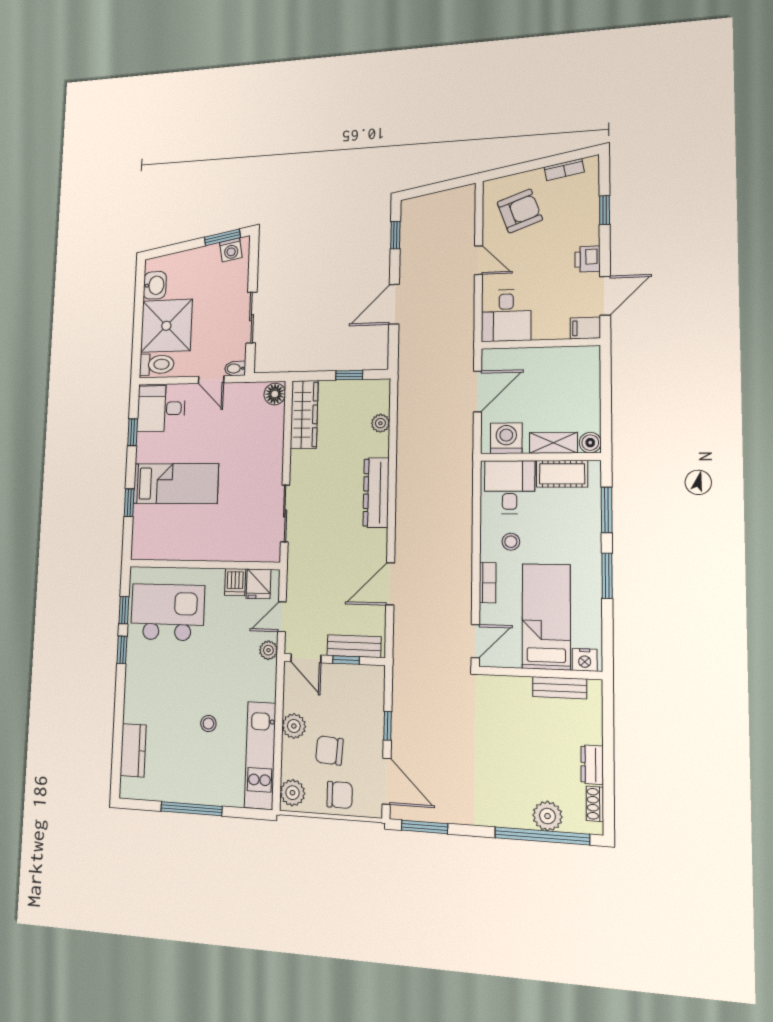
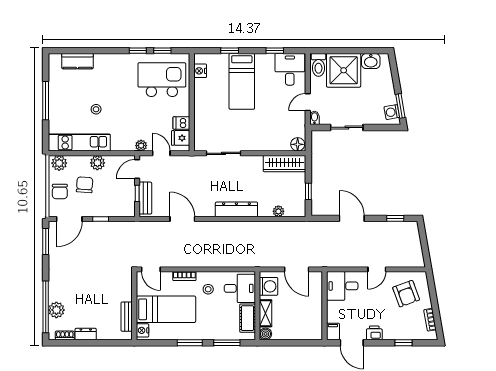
nightstand: (157, 550) -> (200, 71), added
kitchen island: (168, 612) -> (162, 80), turned -90

